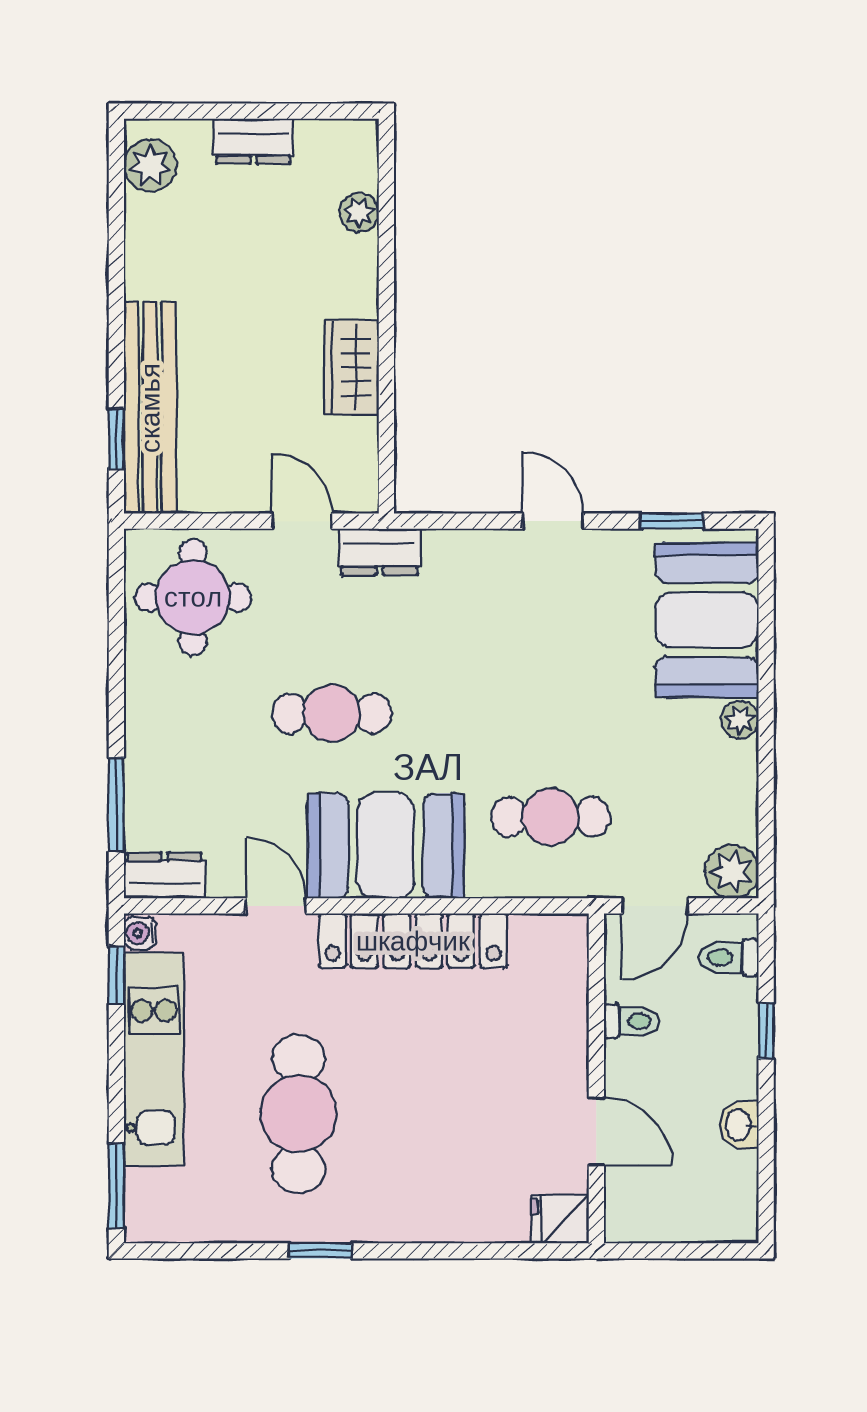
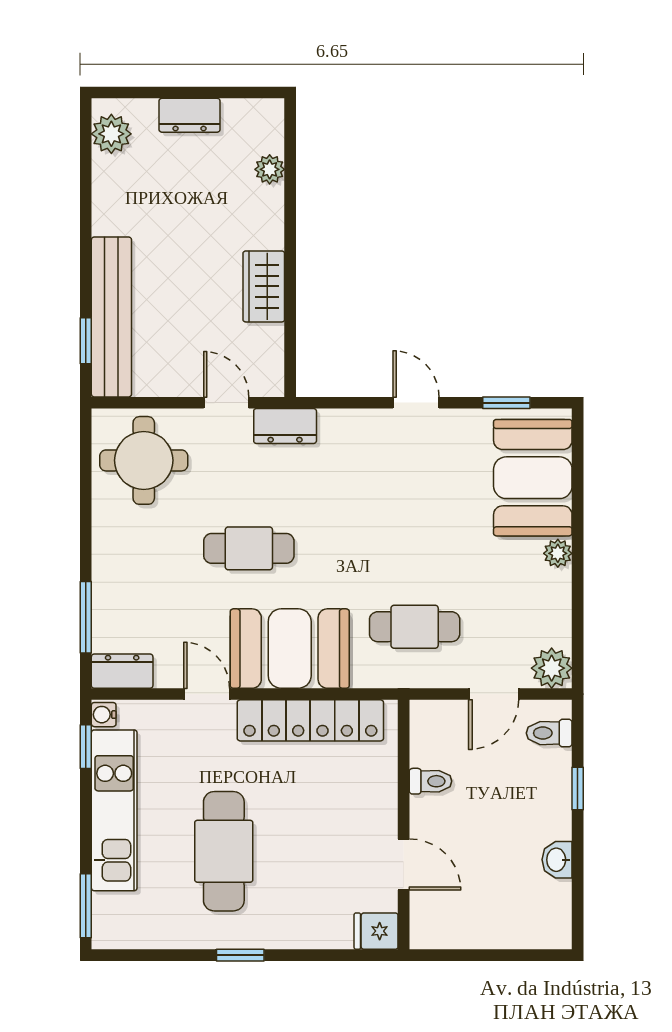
toilet: (632, 1021) -> (430, 781), moved
wall: (596, 1078) -> (404, 825), moved
door: (596, 1131) -> (404, 864), moved
fridge: (560, 1219) -> (376, 931), moved

